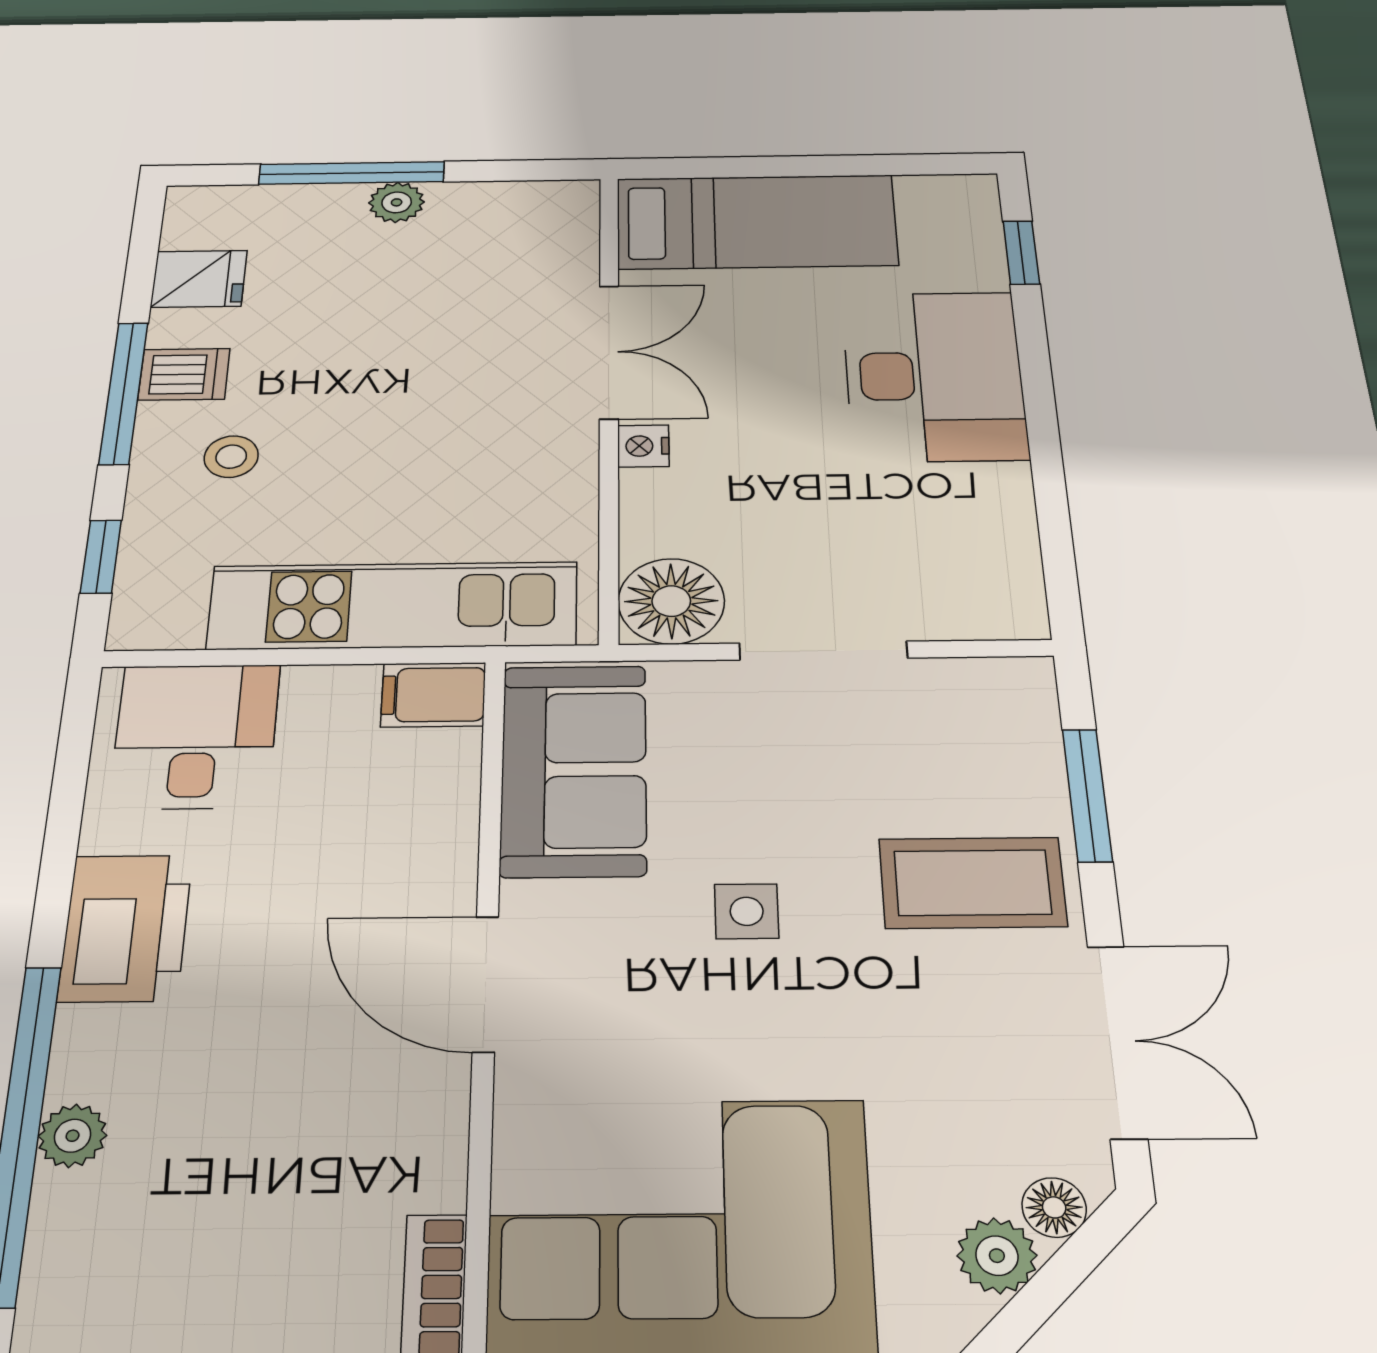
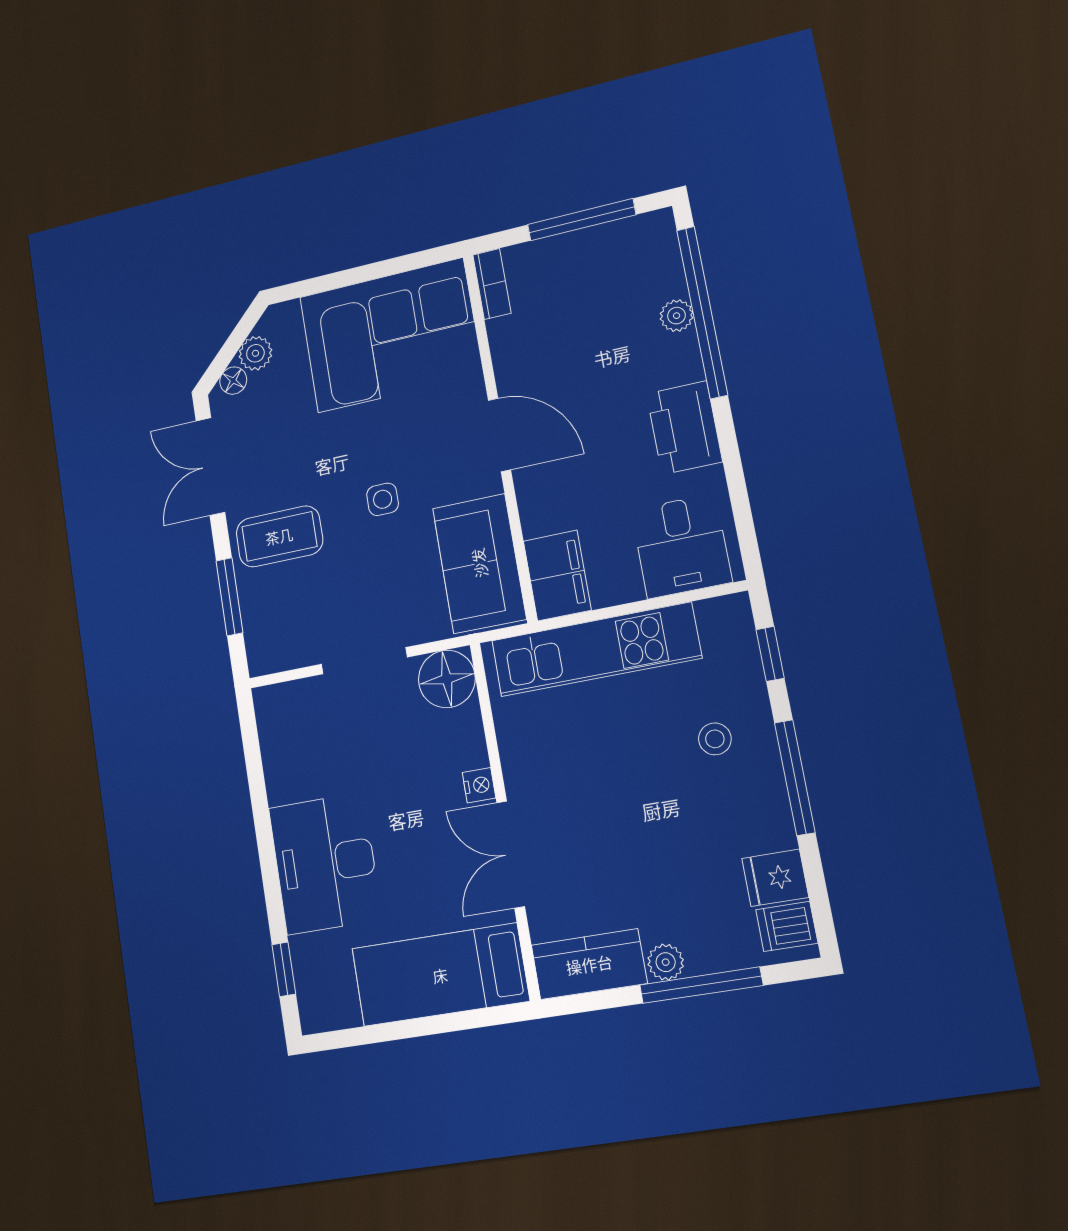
kitchen counter: (515, 211) -> (589, 964), added
dishwasher: (184, 374) -> (787, 926), moved
filing cabinet: (433, 695) -> (557, 575), width x2.00

